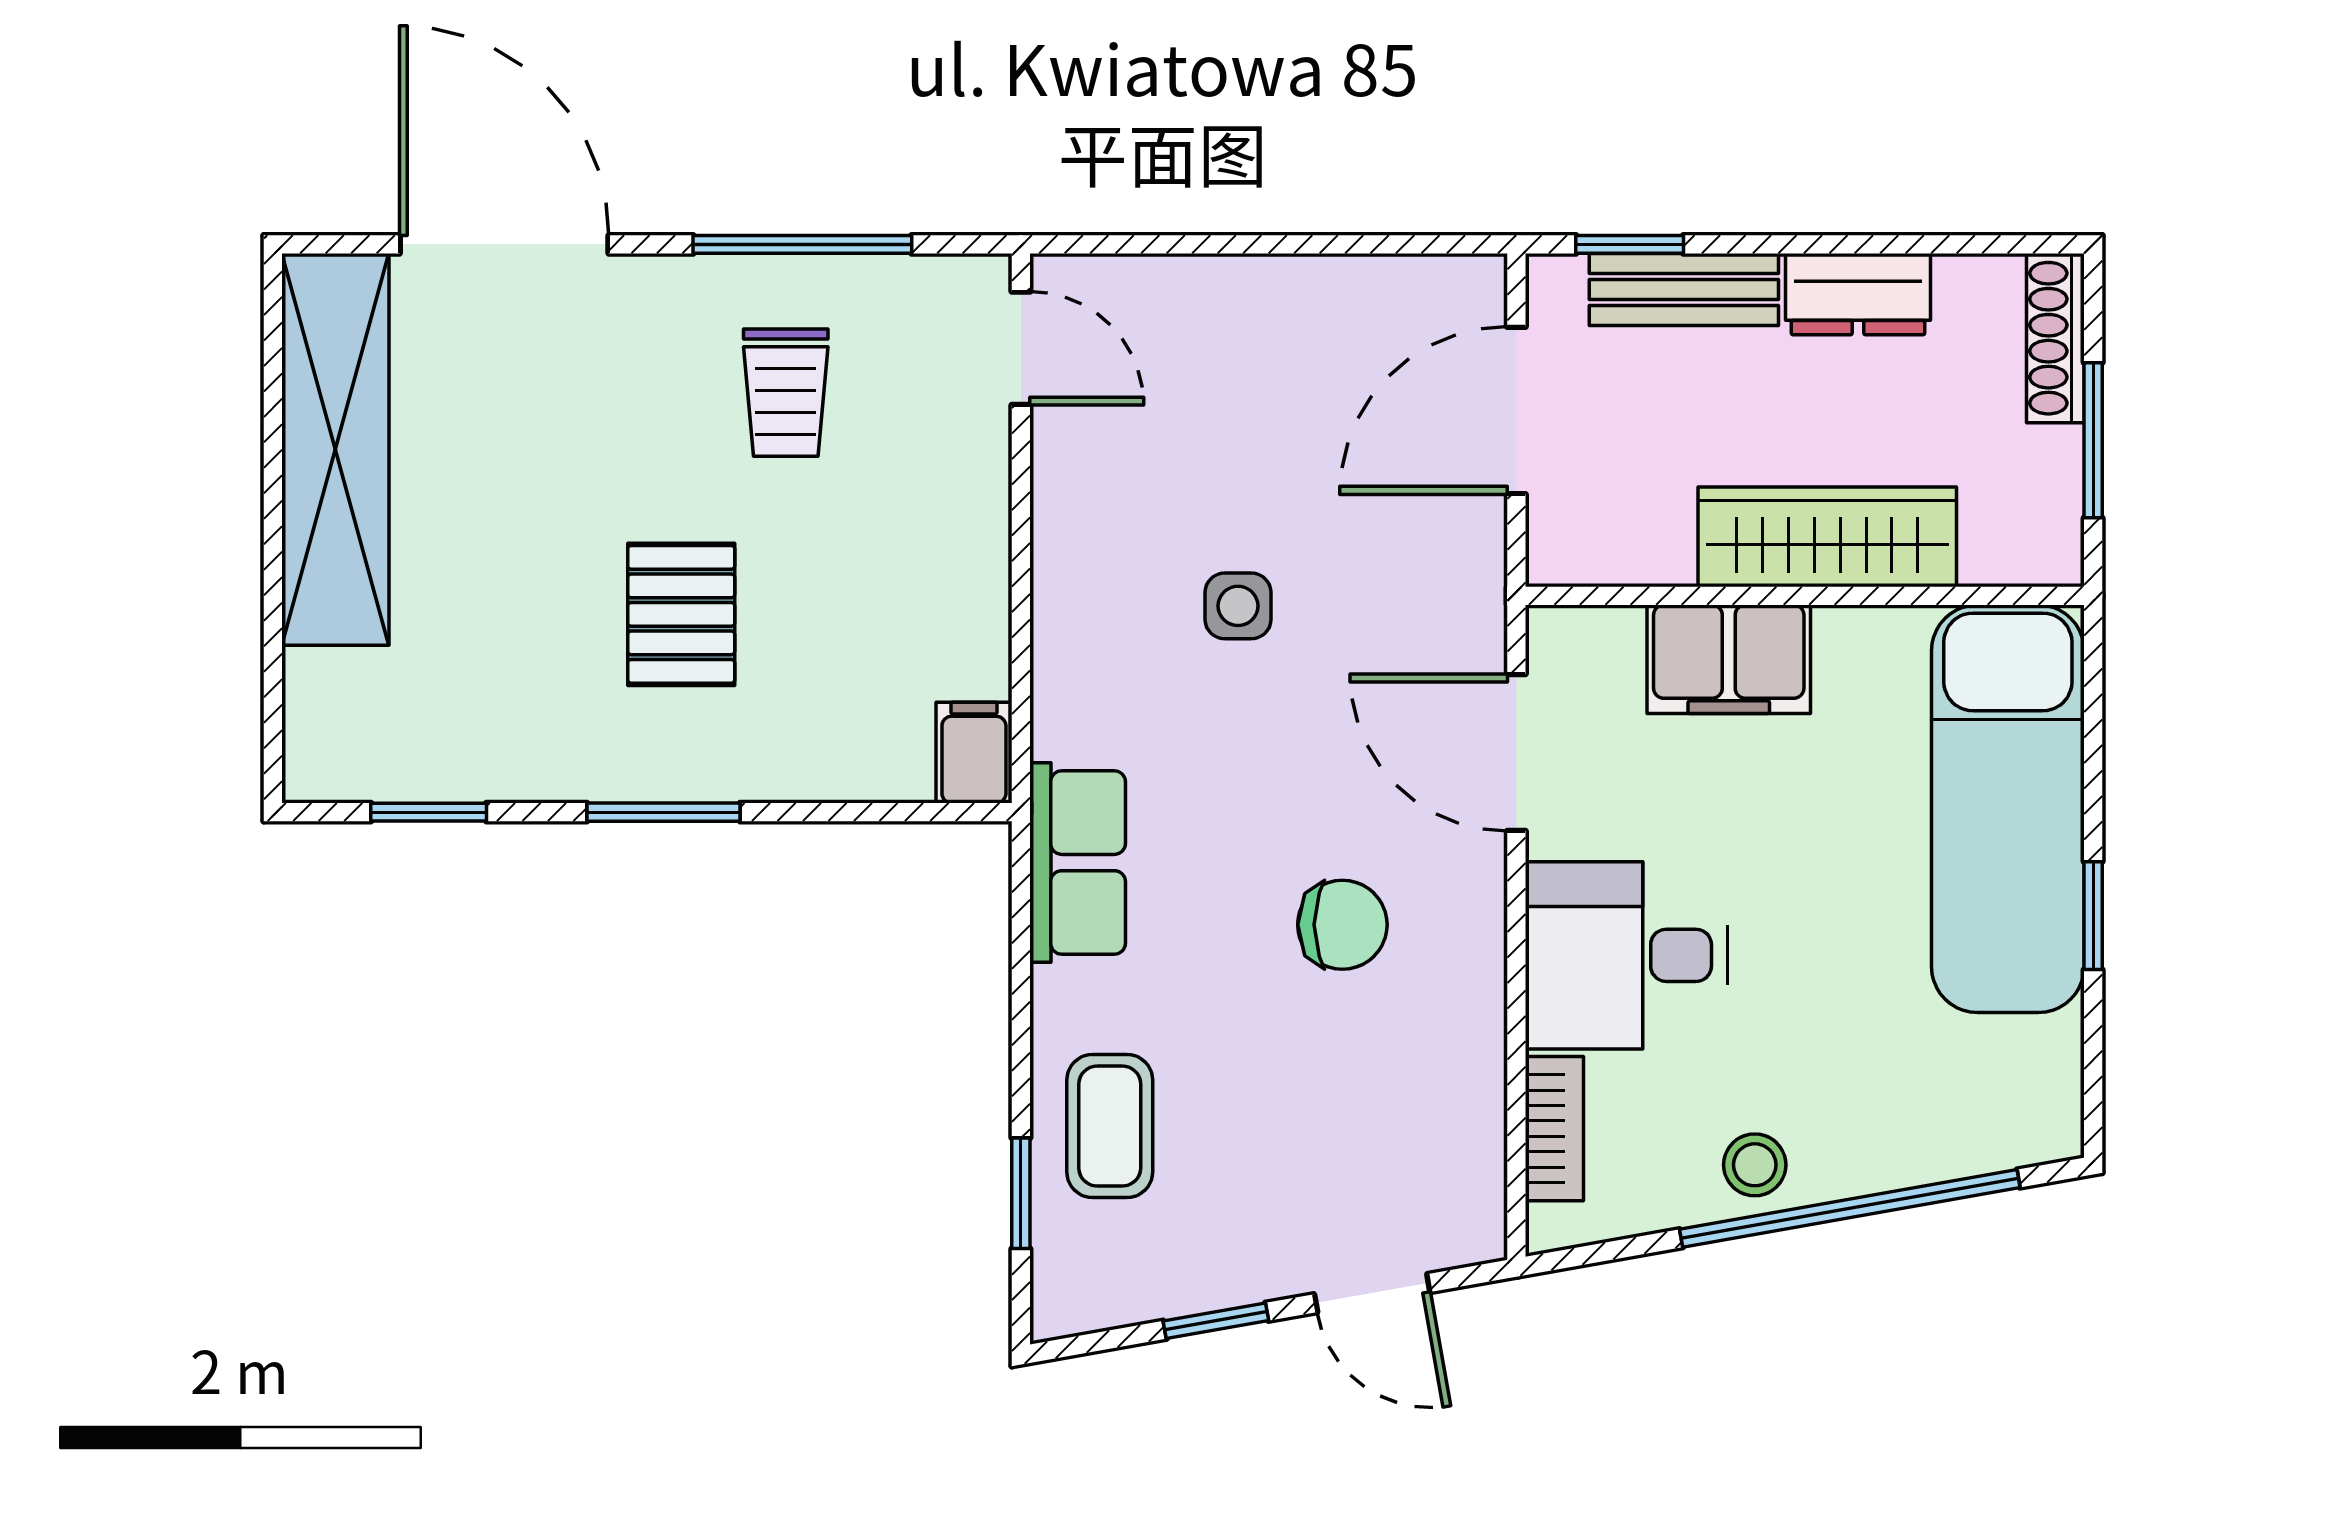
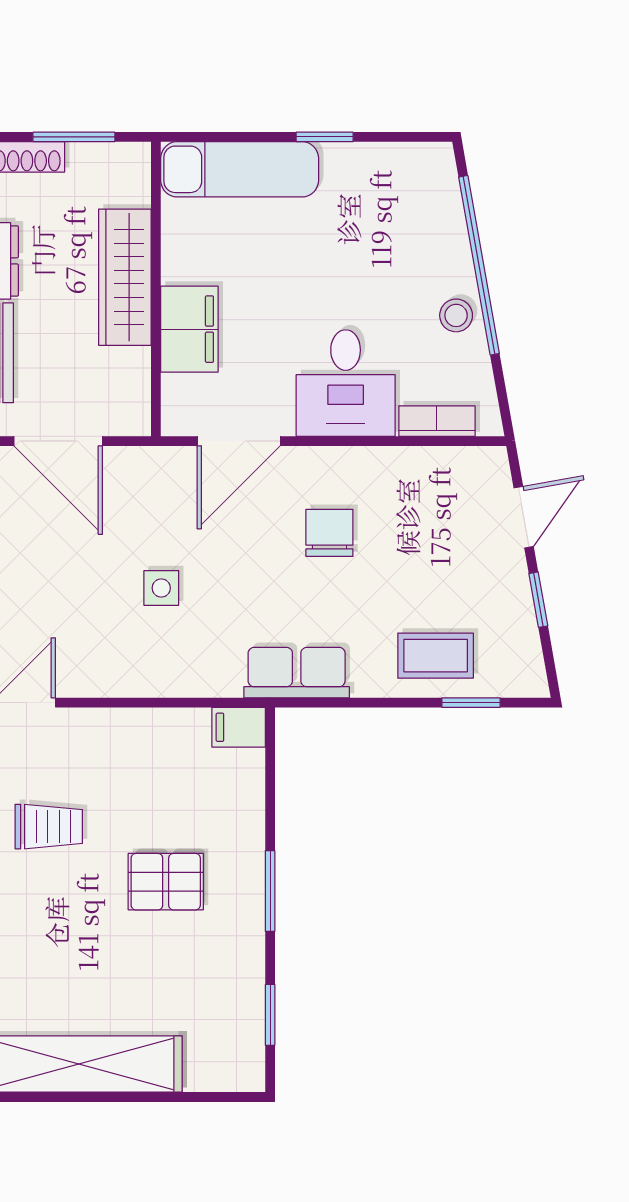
exam couch: (2008, 809) -> (240, 169), width x0.73, depth x0.69

